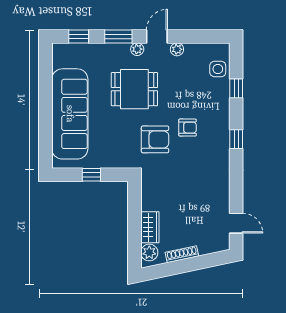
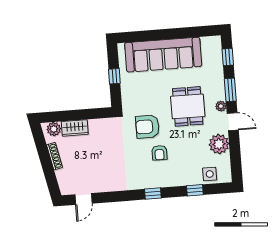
plant: (177, 49) -> (219, 144), width x1.88, depth x1.88
armchair: (155, 139) -> (148, 127), turned 90

